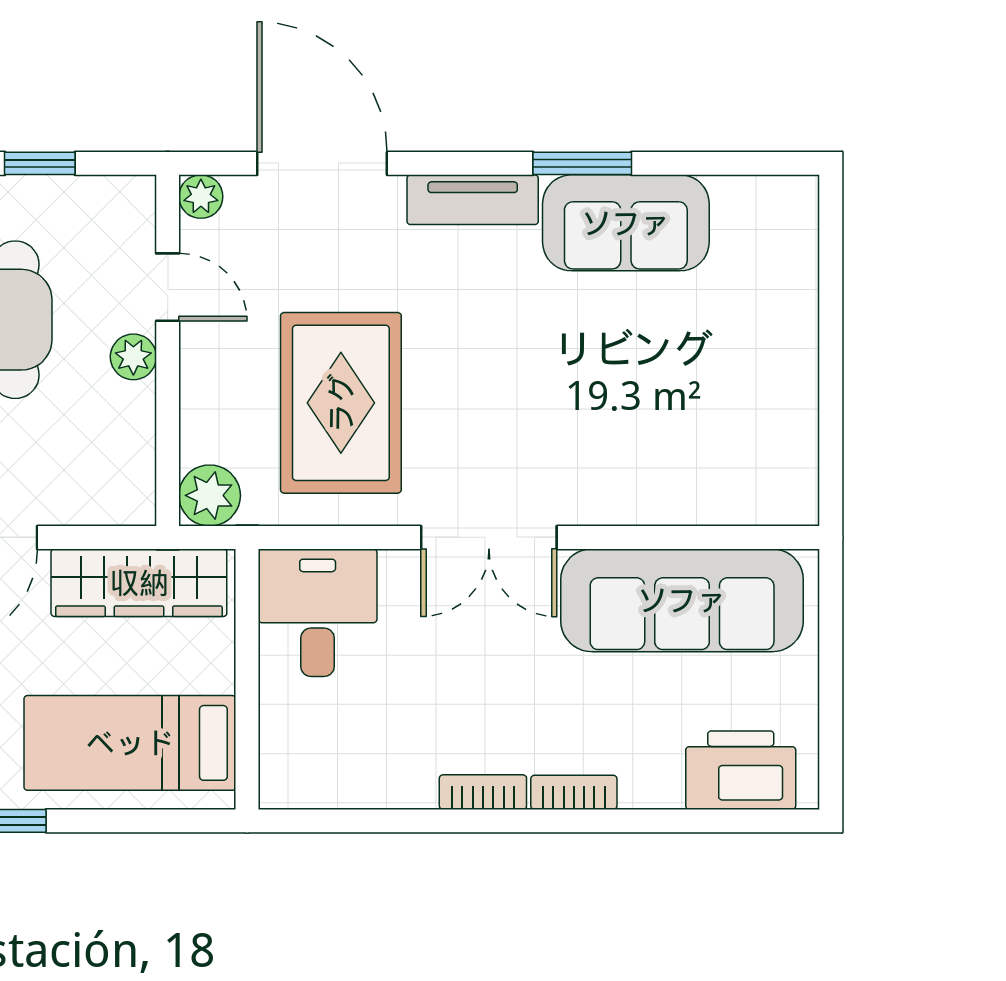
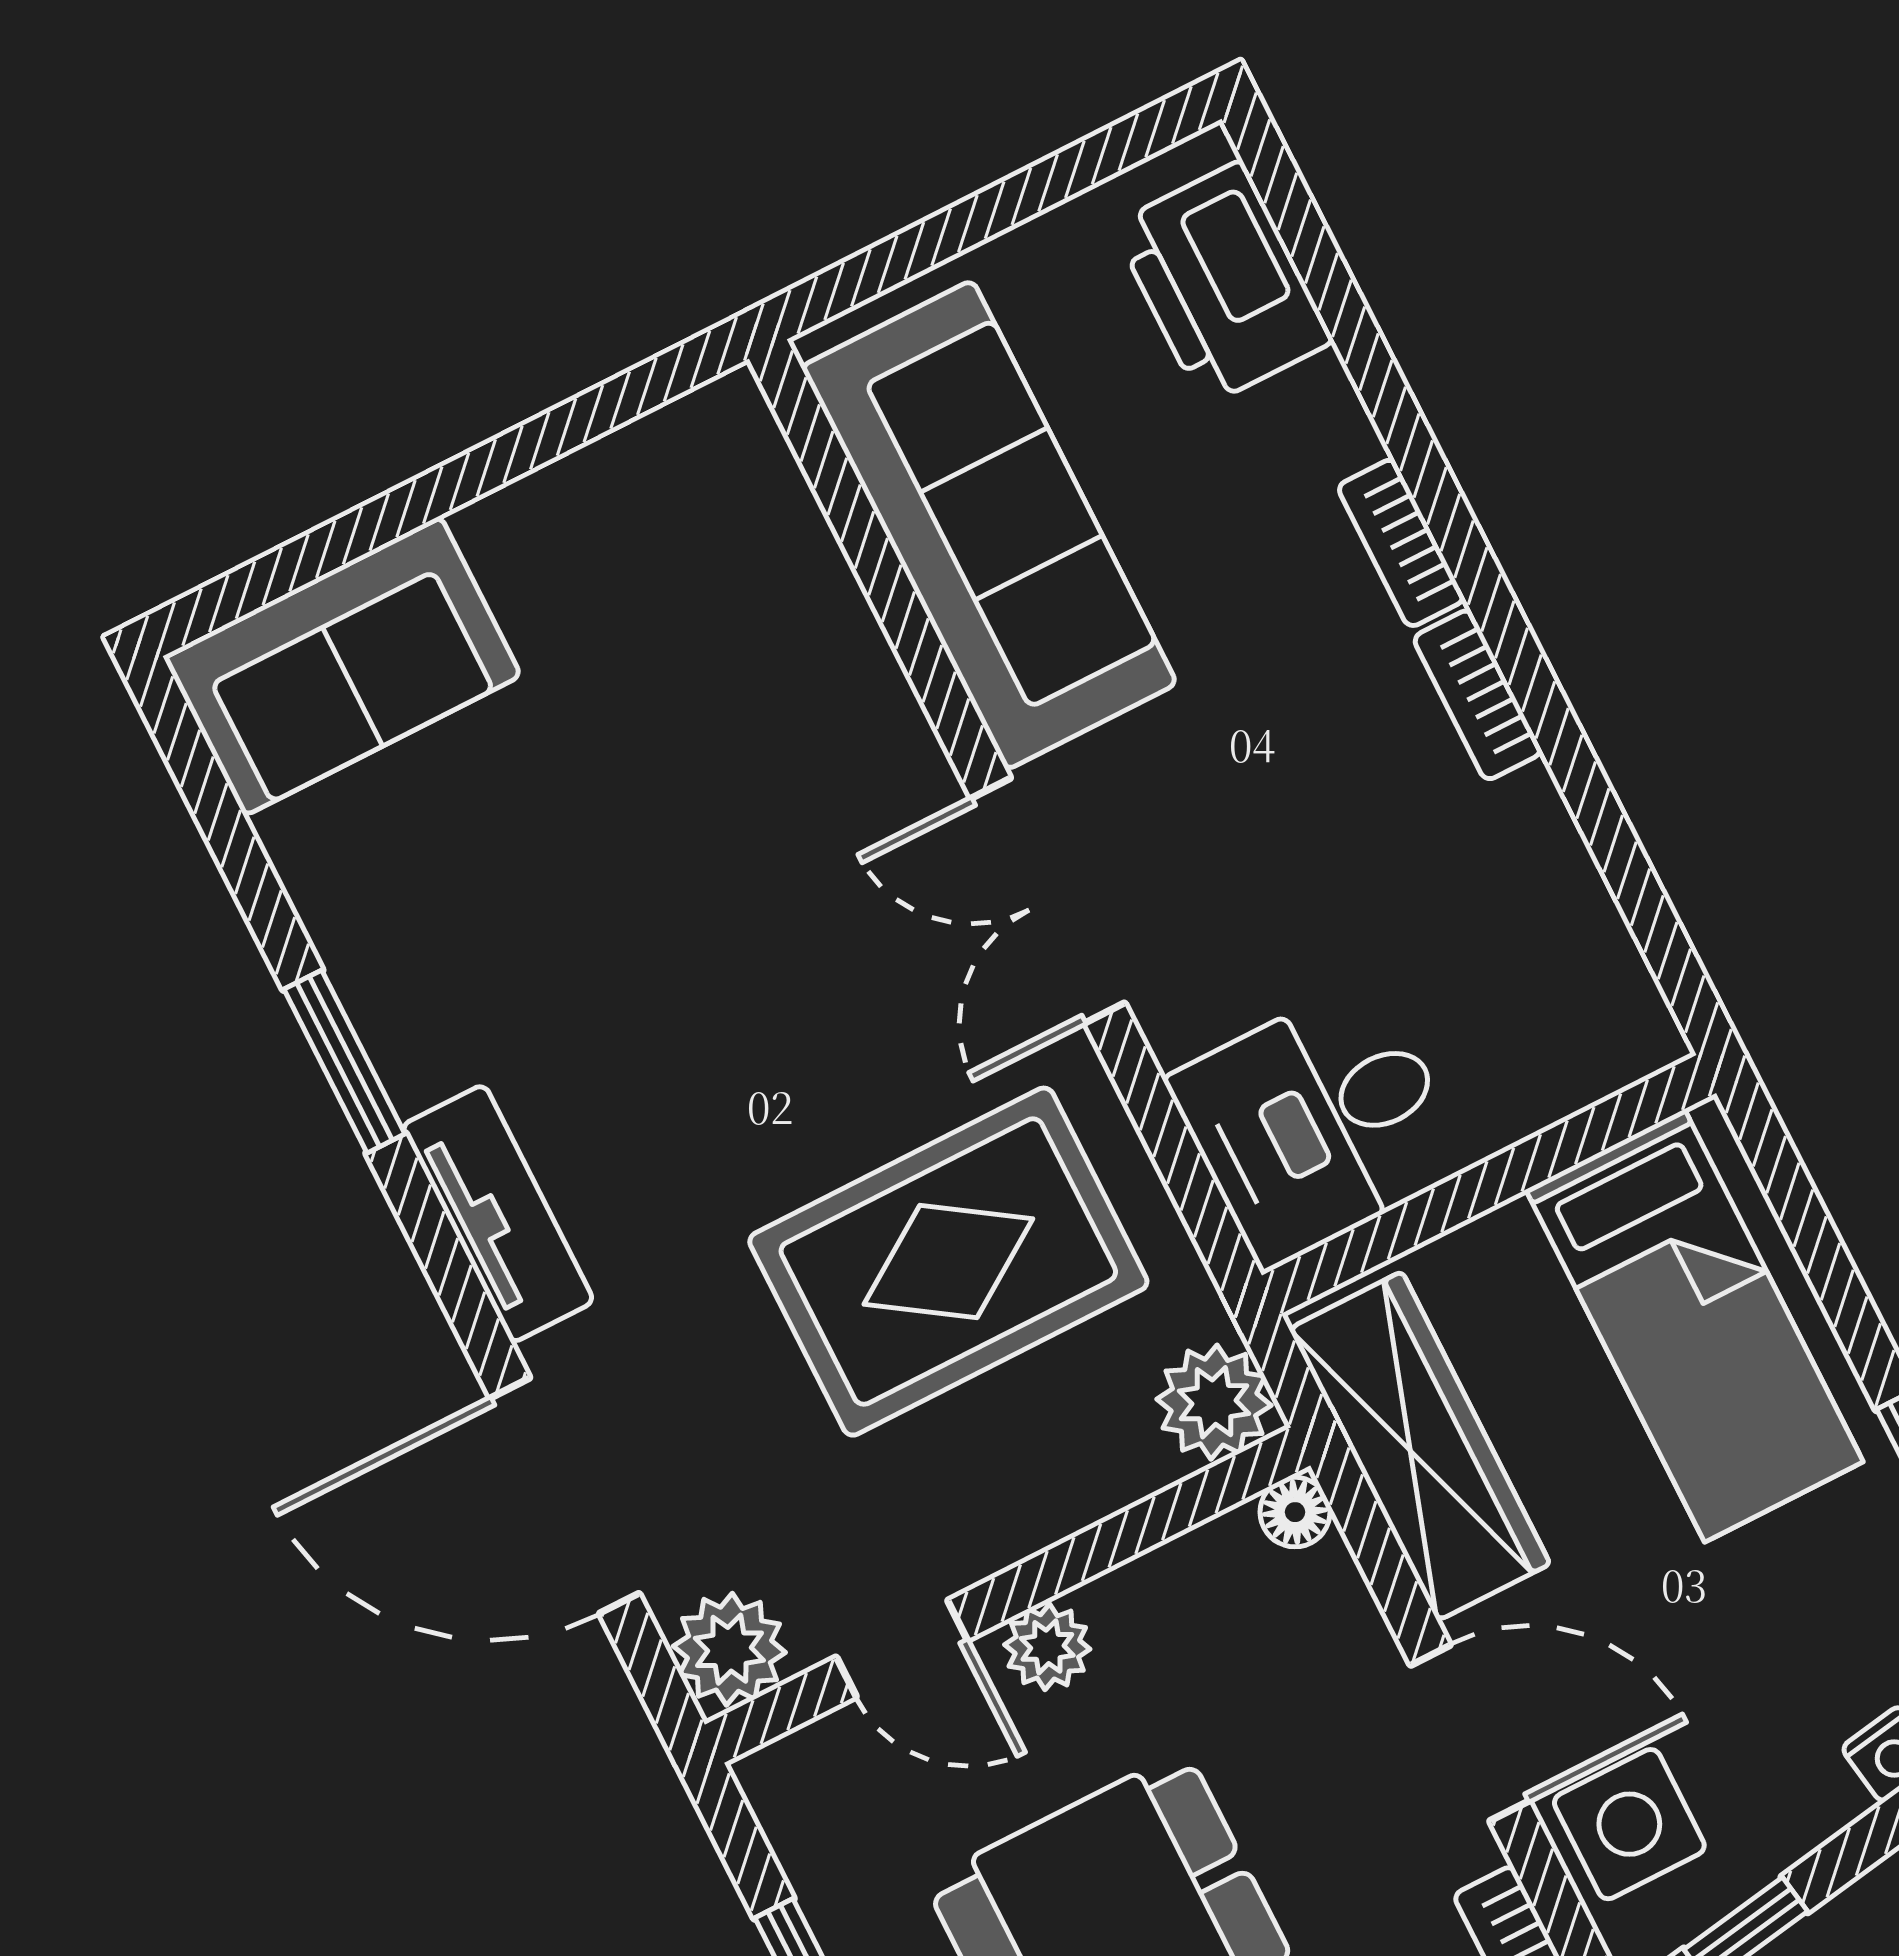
door: (322, 163) -> (565, 1496), hinge flipped
plant: (201, 197) -> (729, 1649), width x1.38, depth x1.38
sofa: (626, 223) -> (342, 666), moved, turned 90
door: (168, 287) -> (902, 1649), swing flipped
floor lamp: (138, 507) -> (1295, 1512), added
double door: (489, 537) -> (1048, 901), swing flipped

